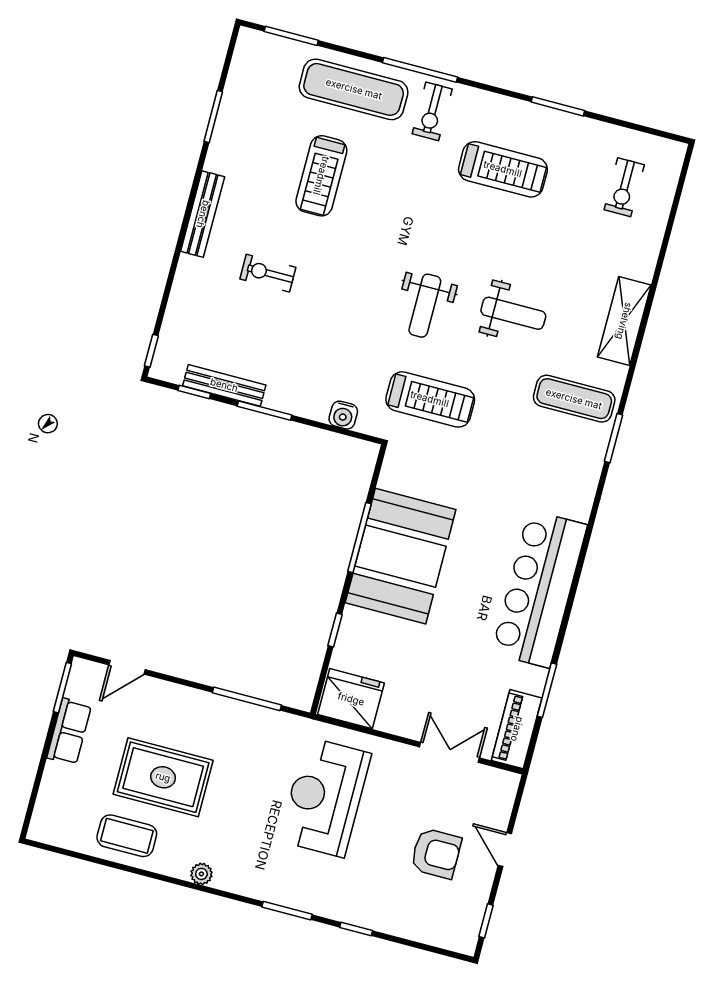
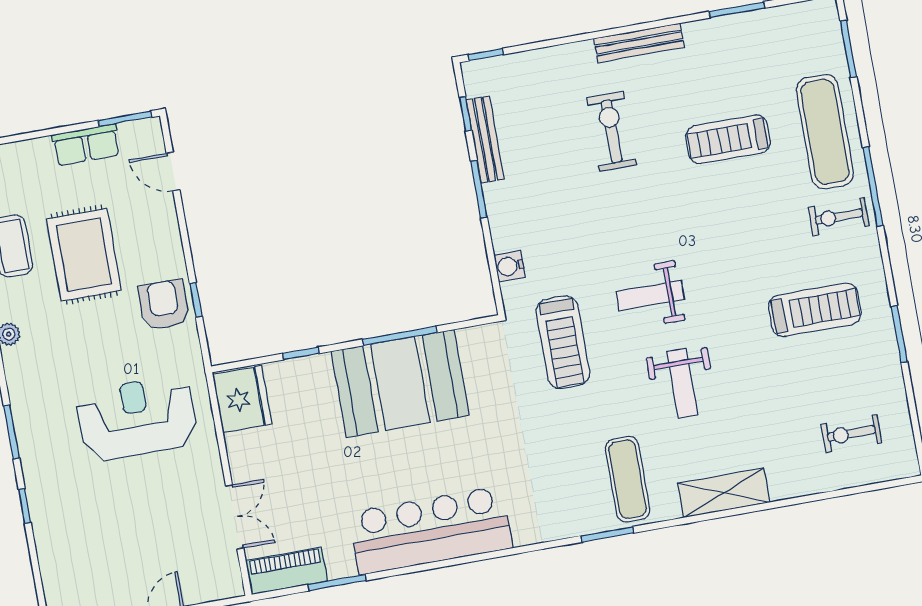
treadmill: (503, 169) -> (815, 310), turned -90
exercise bike: (268, 273) -> (612, 131), width x1.38, depth x1.39
window: (247, 699) -> (196, 300), width x0.46
armchair: (436, 853) -> (164, 305), moved, turned 180

